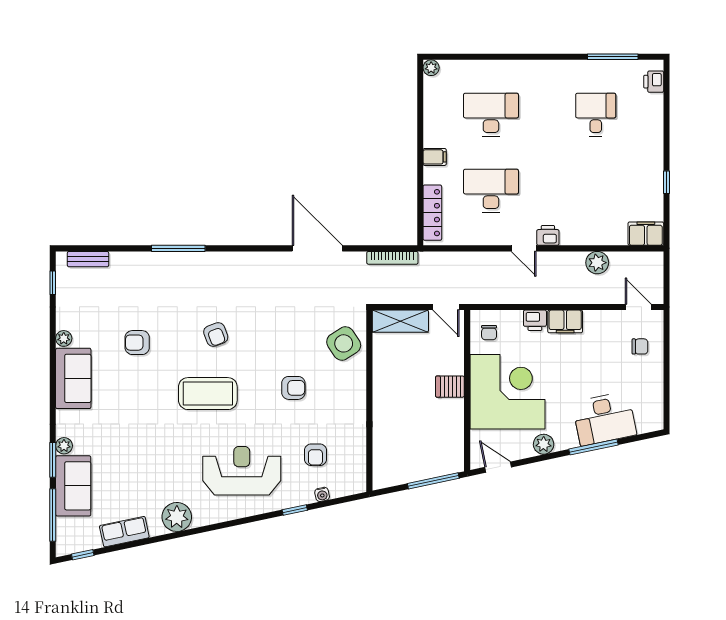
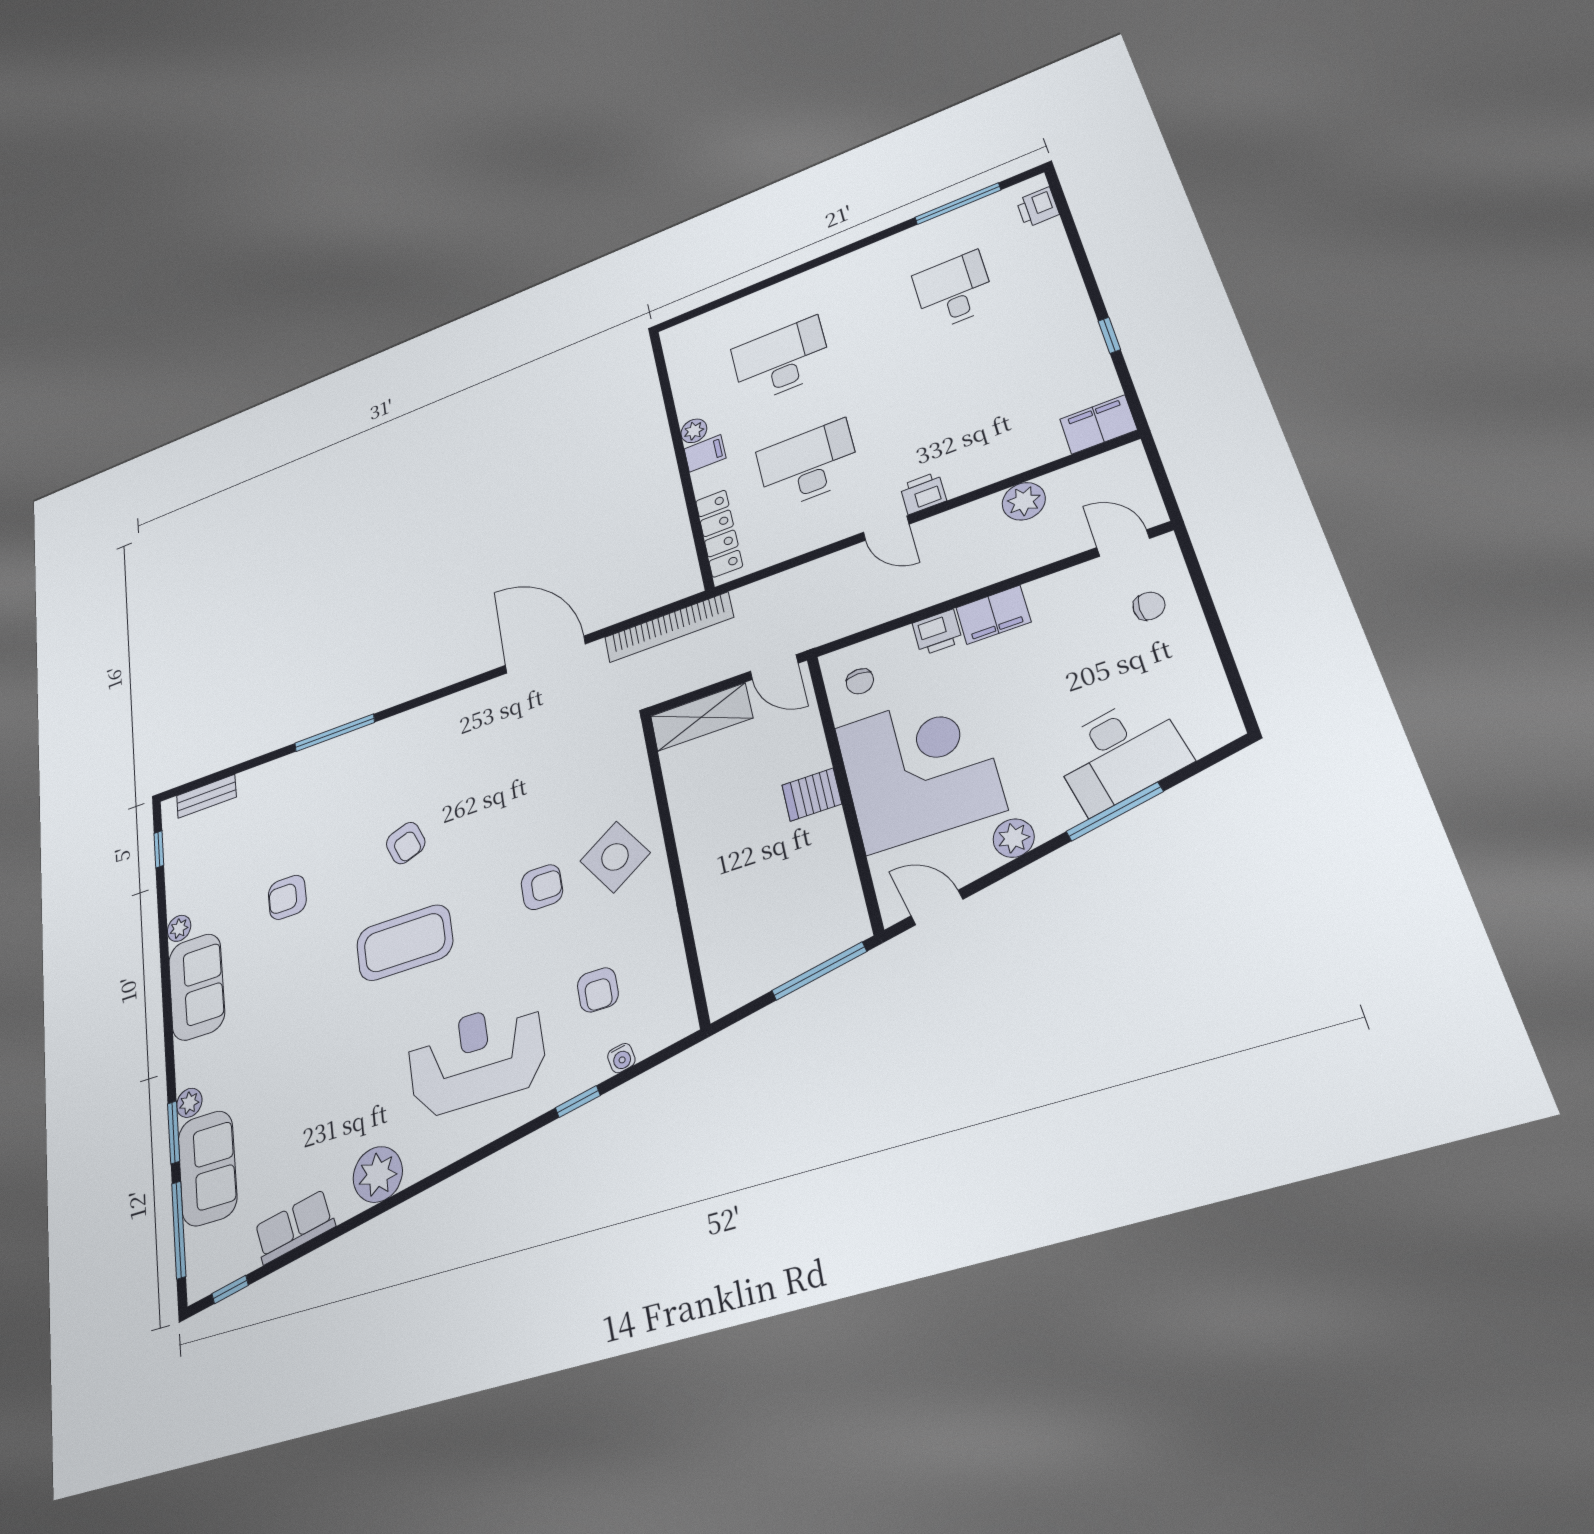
plant: (431, 68) -> (694, 431), moved
bookcase: (392, 258) -> (669, 627), width x1.48, depth x1.31
side table: (344, 343) -> (615, 857), moved

